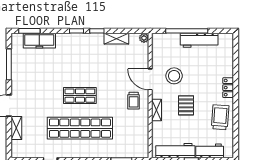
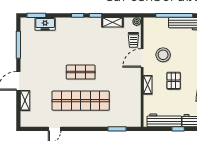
freezer: (39, 41) -> (45, 24), width x0.71
door: (150, 79) -> (142, 58), hinge flipped
trolley: (134, 101) -> (133, 40), moved

